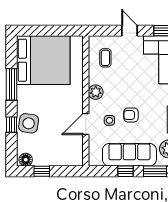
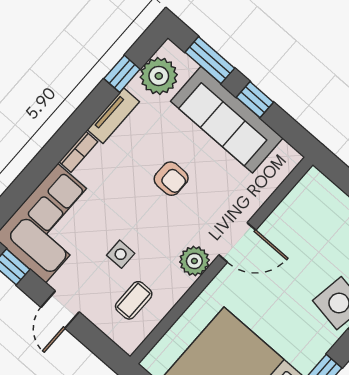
side table: (109, 120) -> (121, 254), moved
door: (86, 124) -> (237, 242), moved

